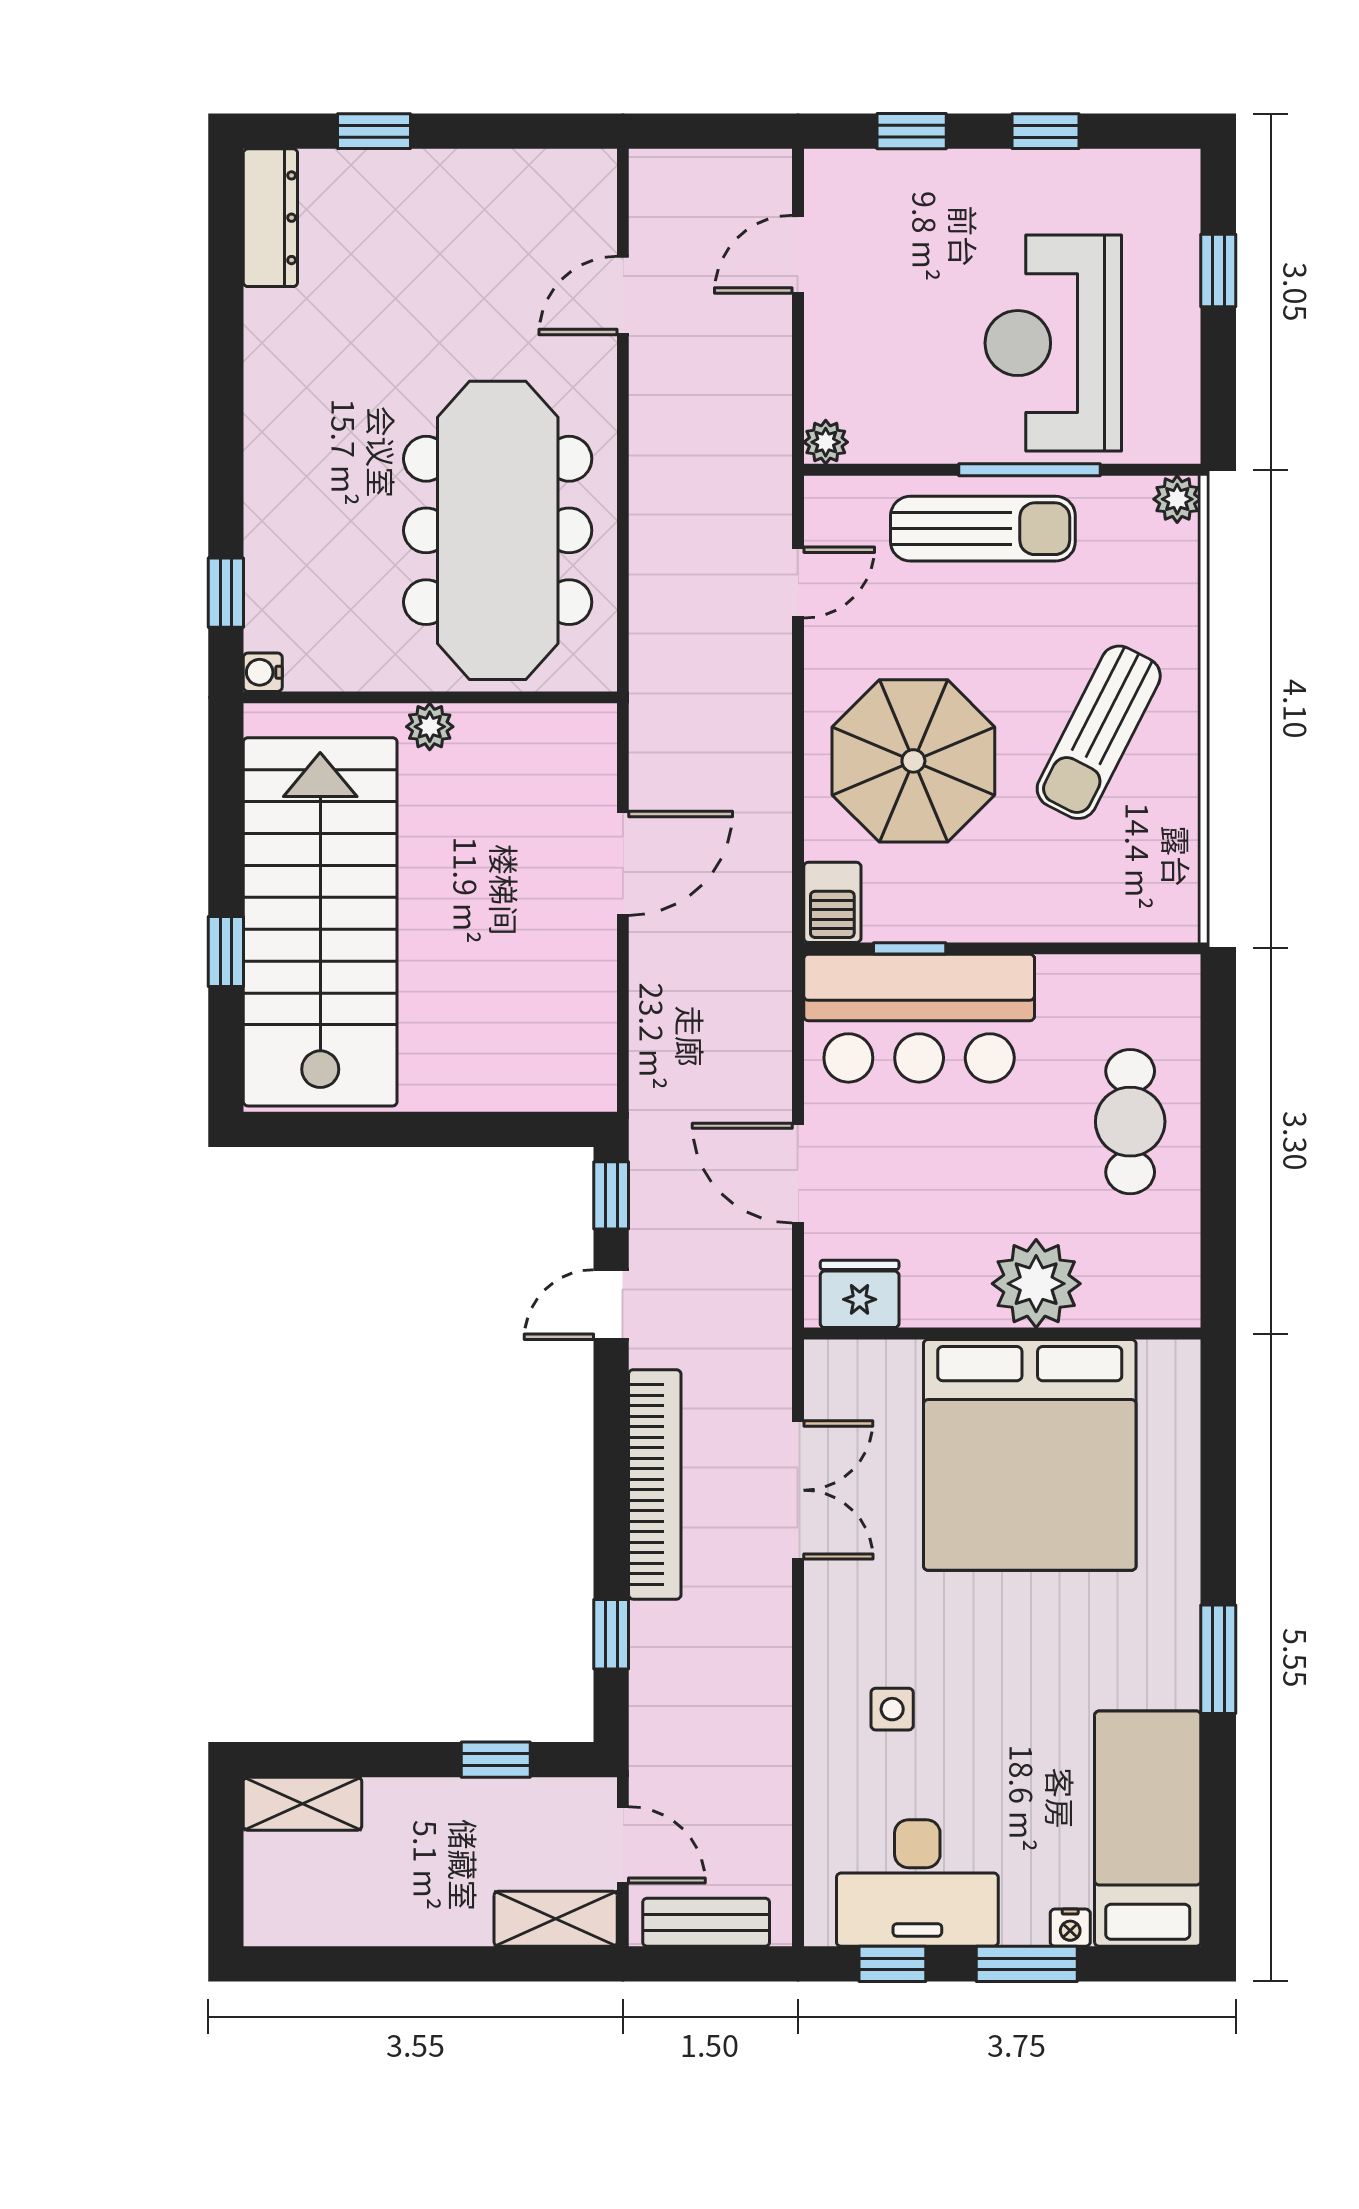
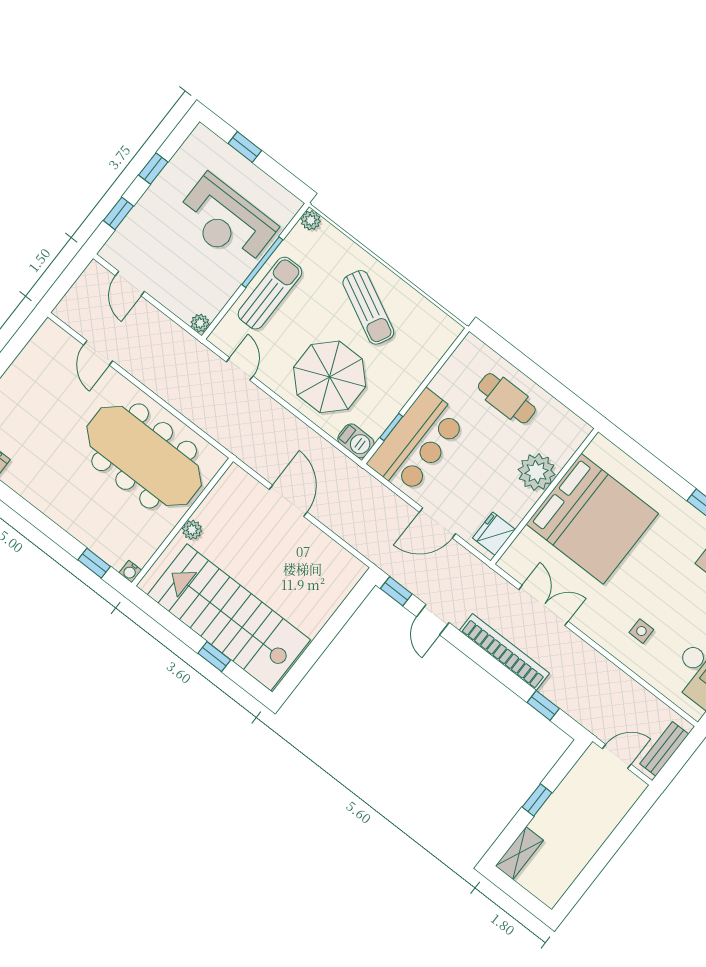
window: (496, 1760) -> (537, 800), moved
shelving: (556, 1919) -> (624, 798), removed

